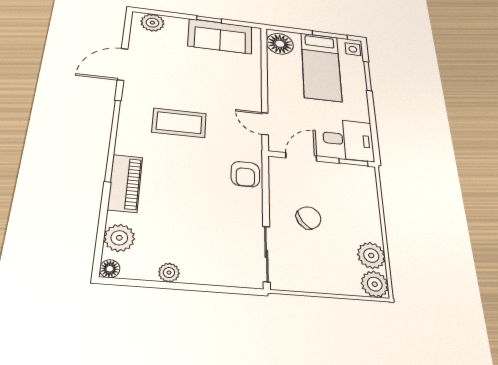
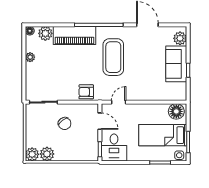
sofa: (220, 36) -> (176, 64), moved
coffee table: (179, 123) -> (113, 57), width x1.36, depth x1.32
piano: (125, 183) -> (74, 36), width x1.37, depth x1.33

